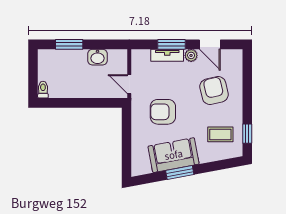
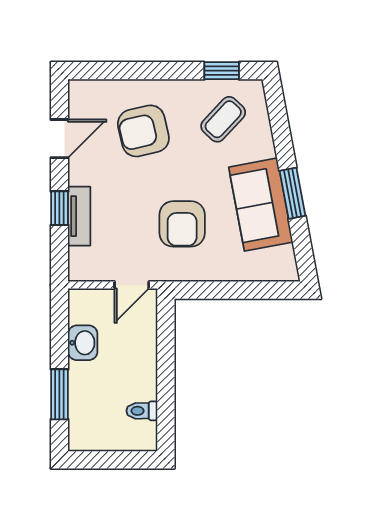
window: (172, 44) -> (59, 208), width x0.67
plant: (191, 55) -> (80, 173), removed
toilet: (43, 90) -> (142, 411), moved
coffee table: (220, 134) -> (223, 119), turned 43

